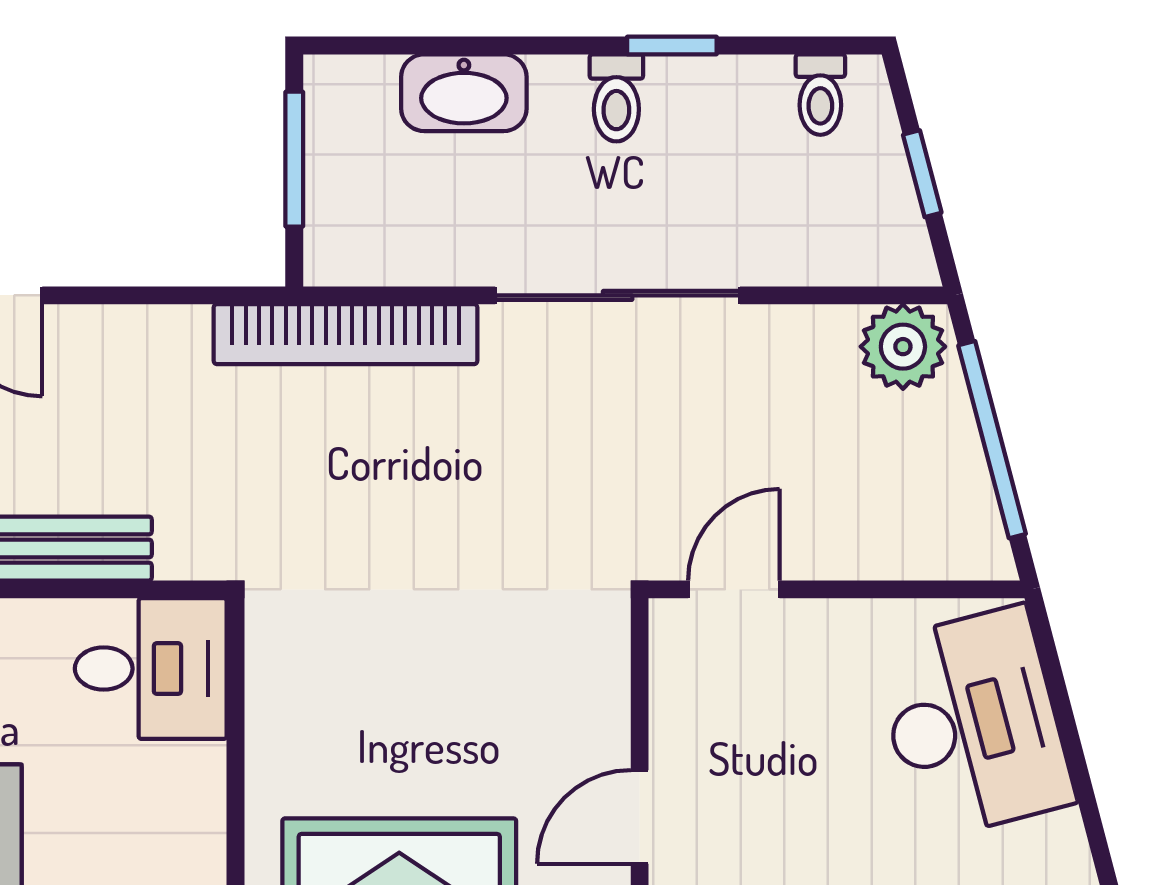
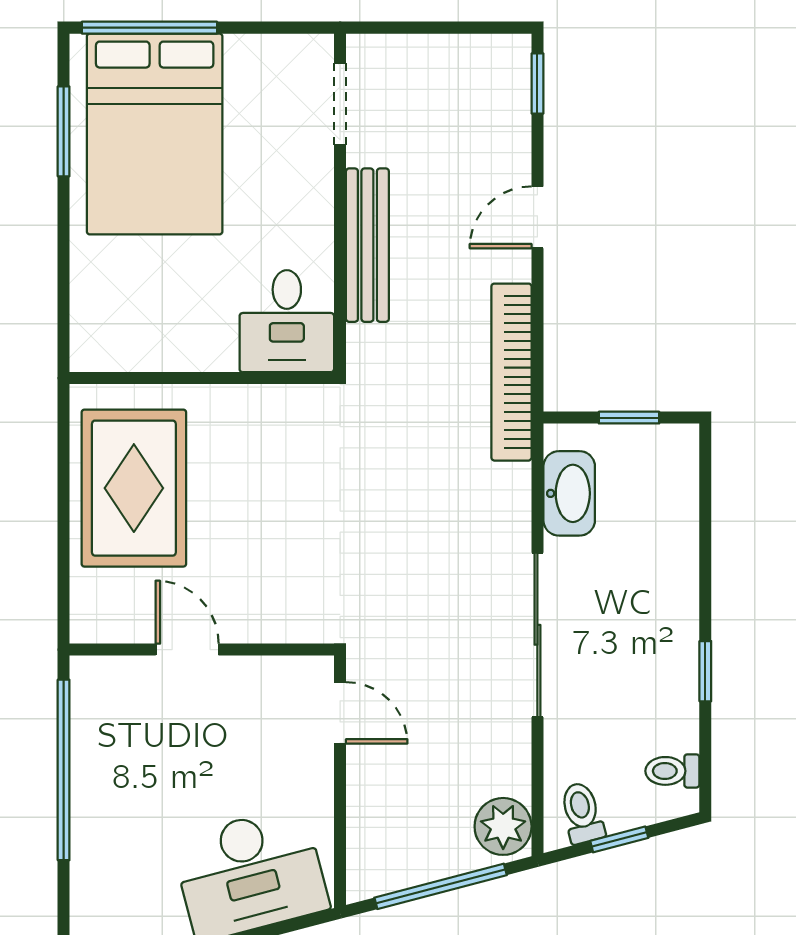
washbasin: (464, 93) -> (569, 493), moved, turned 180
toilet: (616, 98) -> (582, 813), moved, turned 75
window: (294, 159) -> (629, 418), width x0.67
bookcase: (345, 334) -> (511, 372), moved

